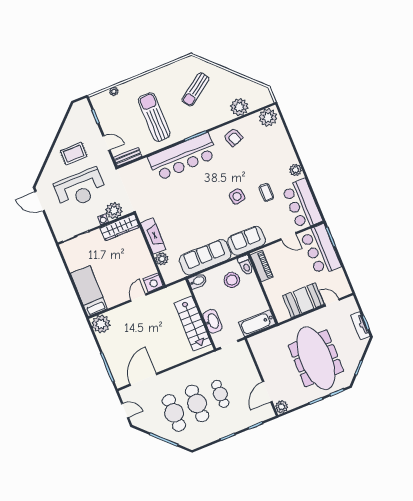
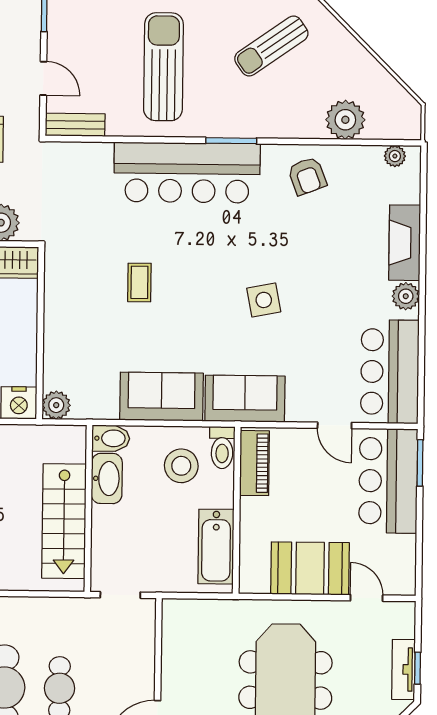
plant: (268, 117) -> (395, 156), width x0.53, depth x0.53
coffee table: (266, 192) -> (139, 282), moved
fireplace: (153, 236) -> (405, 243), moved, turned 180
sofa: (205, 257) -> (162, 397), width x0.73
plant: (162, 259) -> (56, 405), moved
washbasin: (212, 321) -> (107, 478), moved
bathtub: (257, 323) -> (216, 547), moved, turned -90

